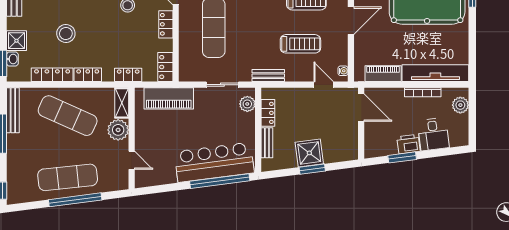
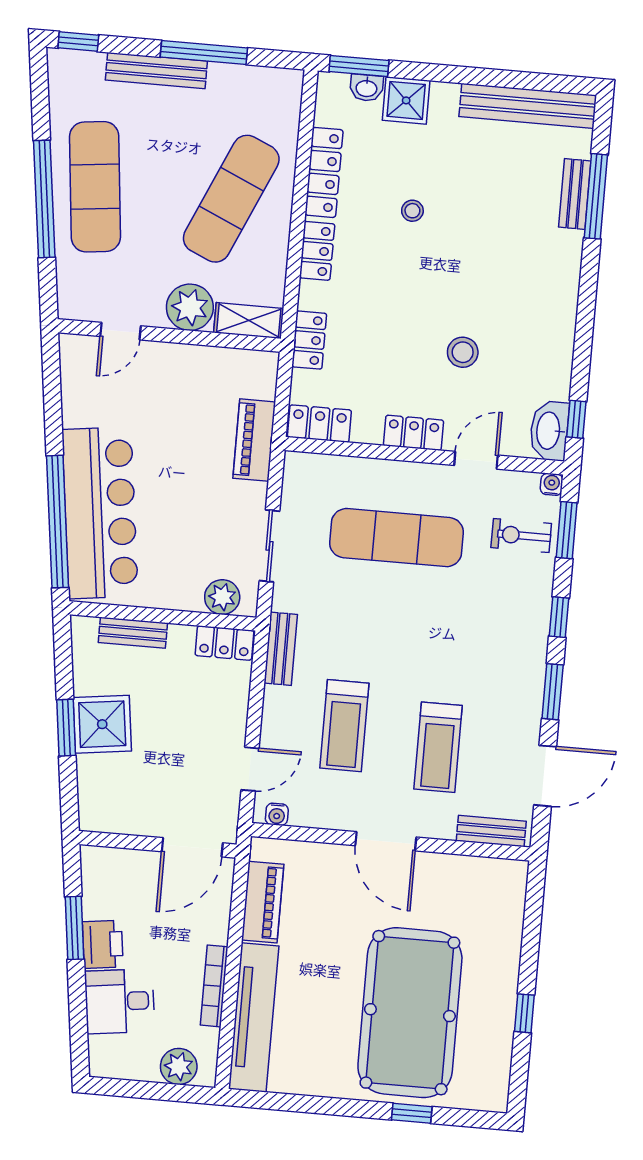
stool: (66, 33) -> (412, 211), width x0.53, depth x0.53
piano: (169, 98) -> (254, 440), width x0.73, depth x0.75
bench: (13, 110) -> (156, 71), moved
locker: (268, 113) -> (225, 643), moved

